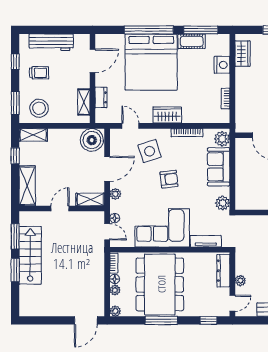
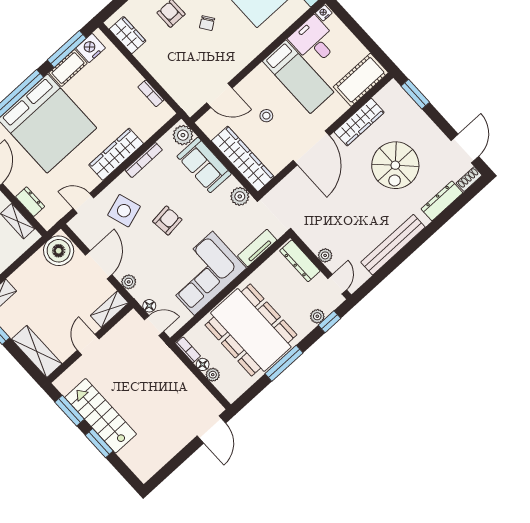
nightstand: (222, 65) -> (91, 48), moved, turned -90
wardrobe: (167, 115) -> (116, 154), width x1.50
wardrobe: (244, 183) -> (243, 159), added
plant: (115, 311) -> (317, 316), moved

